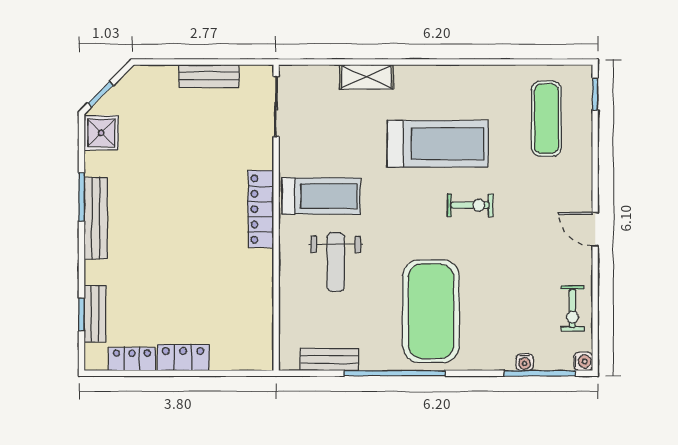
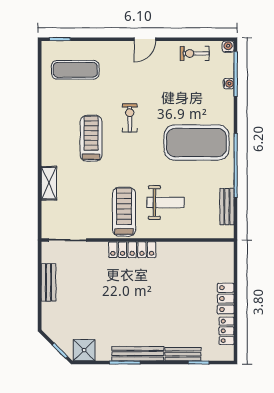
treadmill: (438, 144) -> (91, 138), width x0.73, depth x0.73
exercise bike: (572, 308) -> (195, 53), turned 180
bench: (95, 314) -> (183, 354), moved

